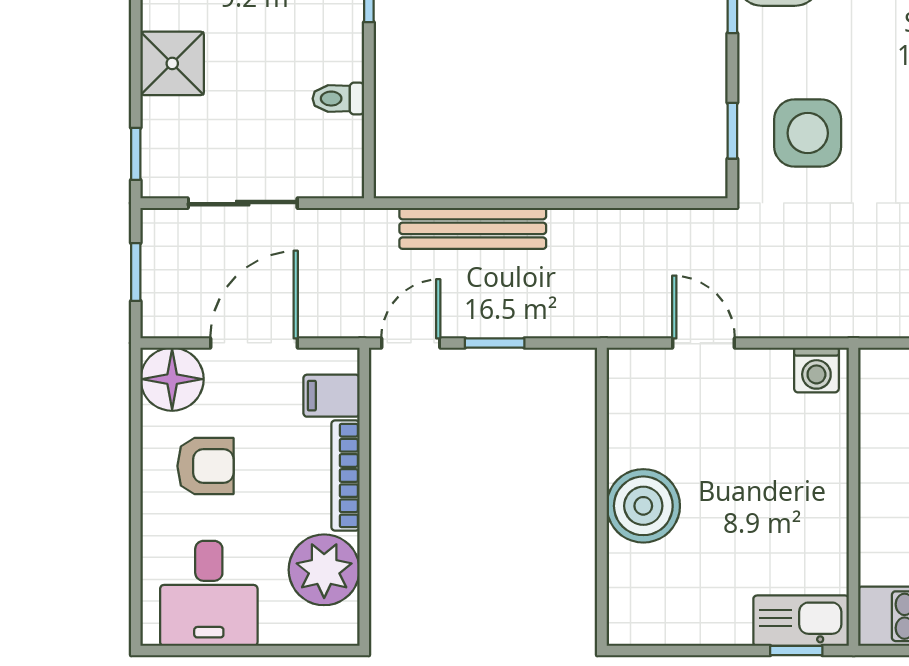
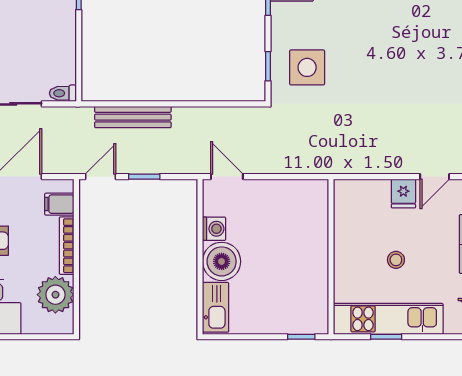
toilet: (338, 99) -> (63, 93), moved
door: (704, 343) -> (227, 177), moved
washing machine: (816, 370) -> (214, 229), moved, turned -90
kitchen sink: (801, 621) -> (216, 307), moved, turned 90

